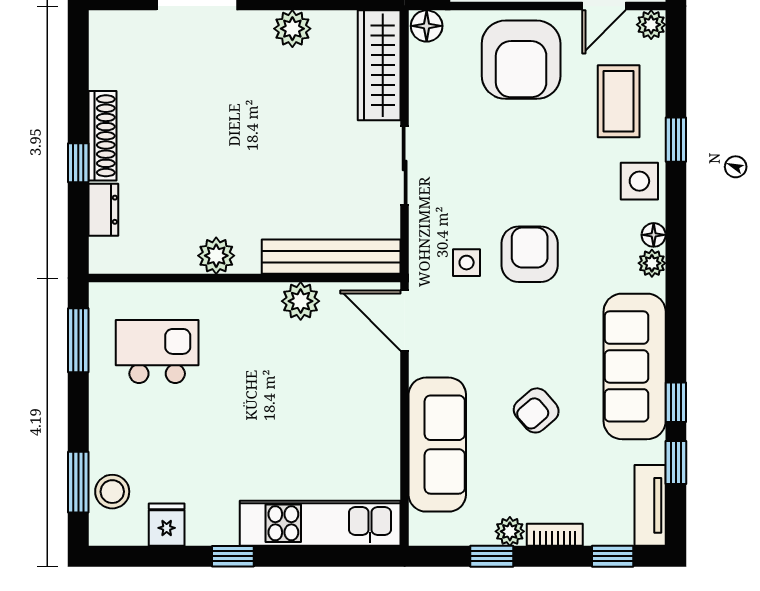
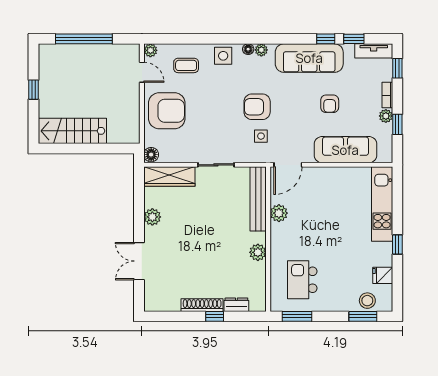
coffee table: (619, 101) -> (186, 65), width x0.73, depth x0.77
window: (676, 140) -> (204, 39), removed
armchair: (536, 410) -> (330, 104), turned 41

